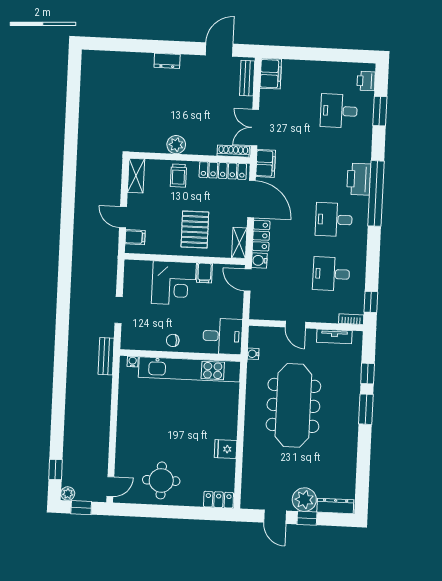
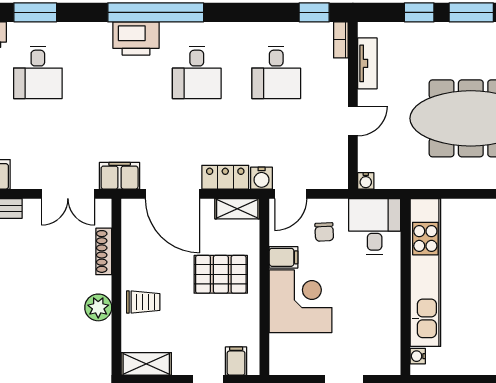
shoe rack: (233, 151) -> (104, 251), moved
locker: (223, 171) -> (133, 238), removed
door: (251, 199) -> (172, 194), swing flipped
chair: (173, 340) -> (324, 232), moved
water cooler: (253, 354) -> (366, 181), moved

